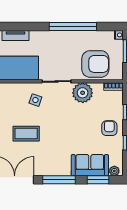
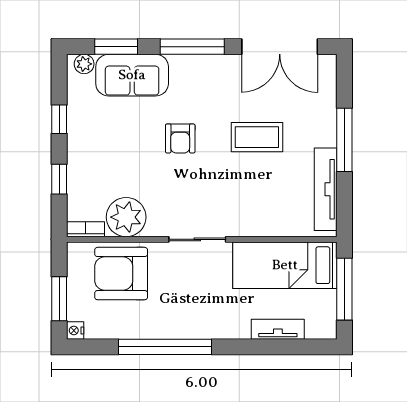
plant: (83, 93) -> (126, 217), moved
side table: (35, 100) -> (239, 203), removed
armchair: (109, 128) -> (180, 138), moved

